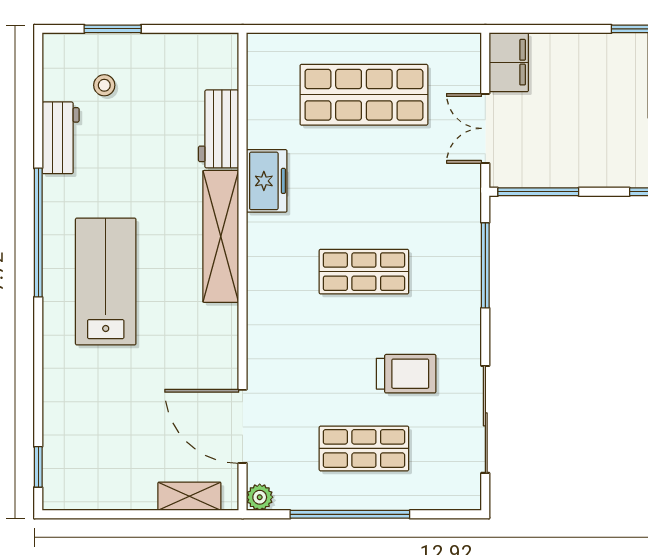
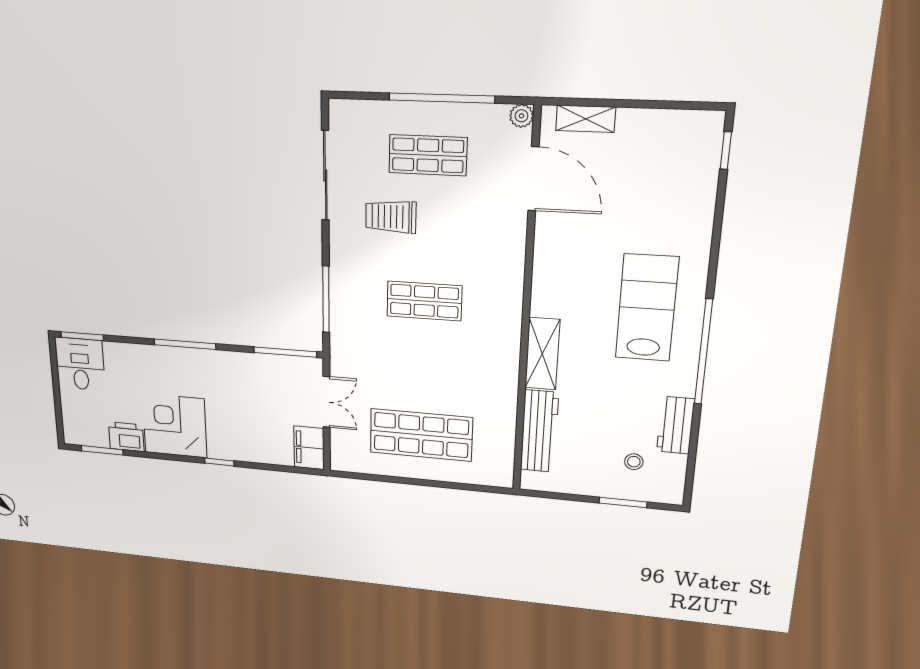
workbench: (219, 129) -> (539, 431), width x1.38
freezer: (267, 181) -> (502, 378), removed
shelving: (221, 236) -> (542, 354), width x0.68
lab bench: (106, 282) -> (647, 308), turned 180

